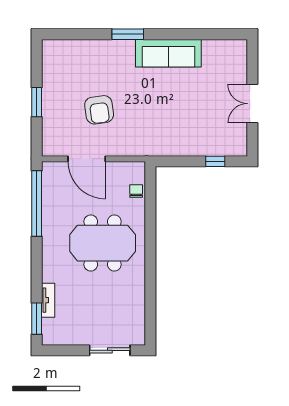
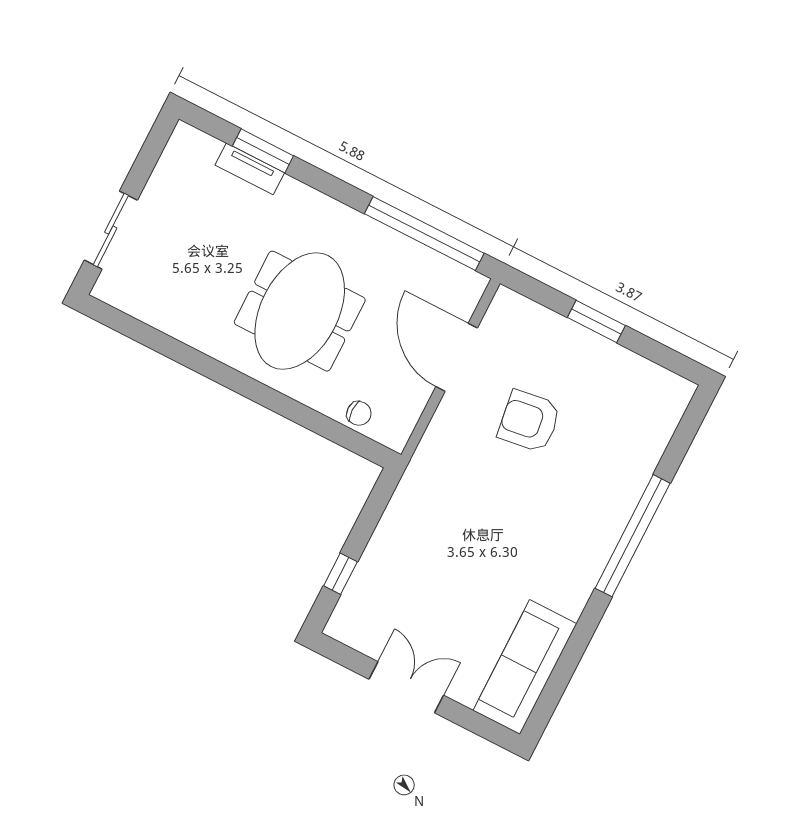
window: (128, 34) -> (633, 536), width x2.11
sofa: (168, 53) -> (525, 667), moved
door: (87, 159) -> (457, 357), hinge flipped
window: (37, 319) -> (263, 151), moved

